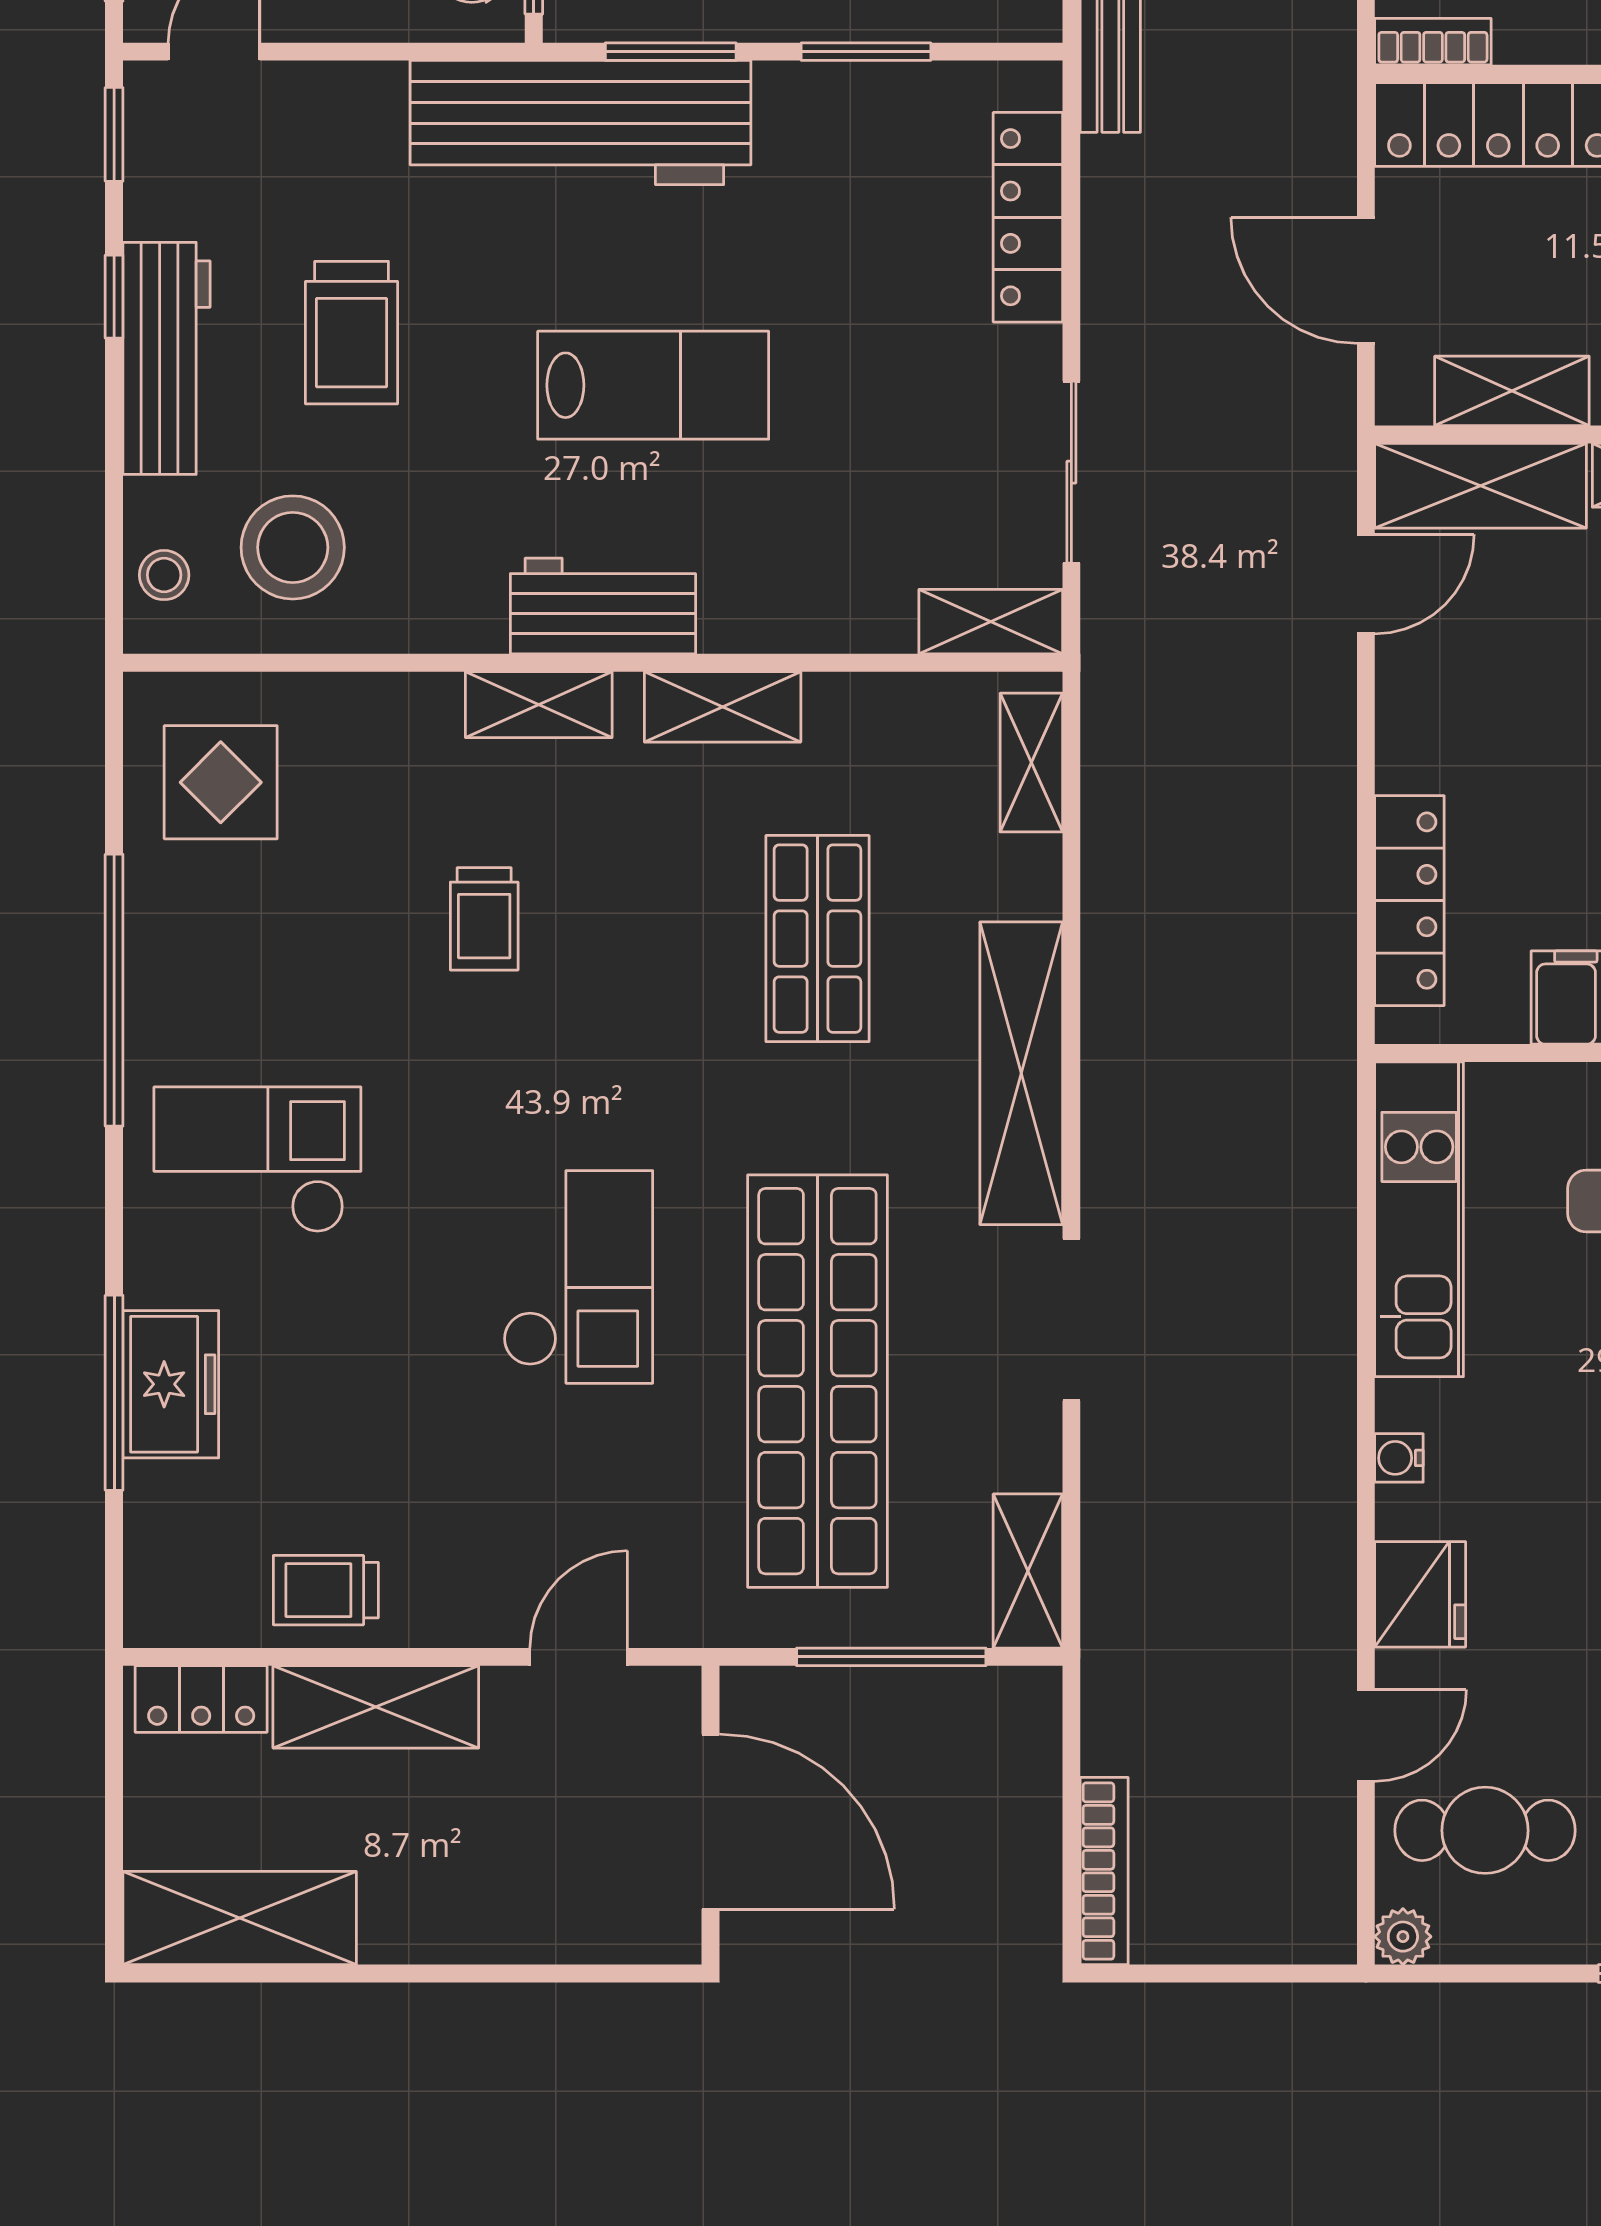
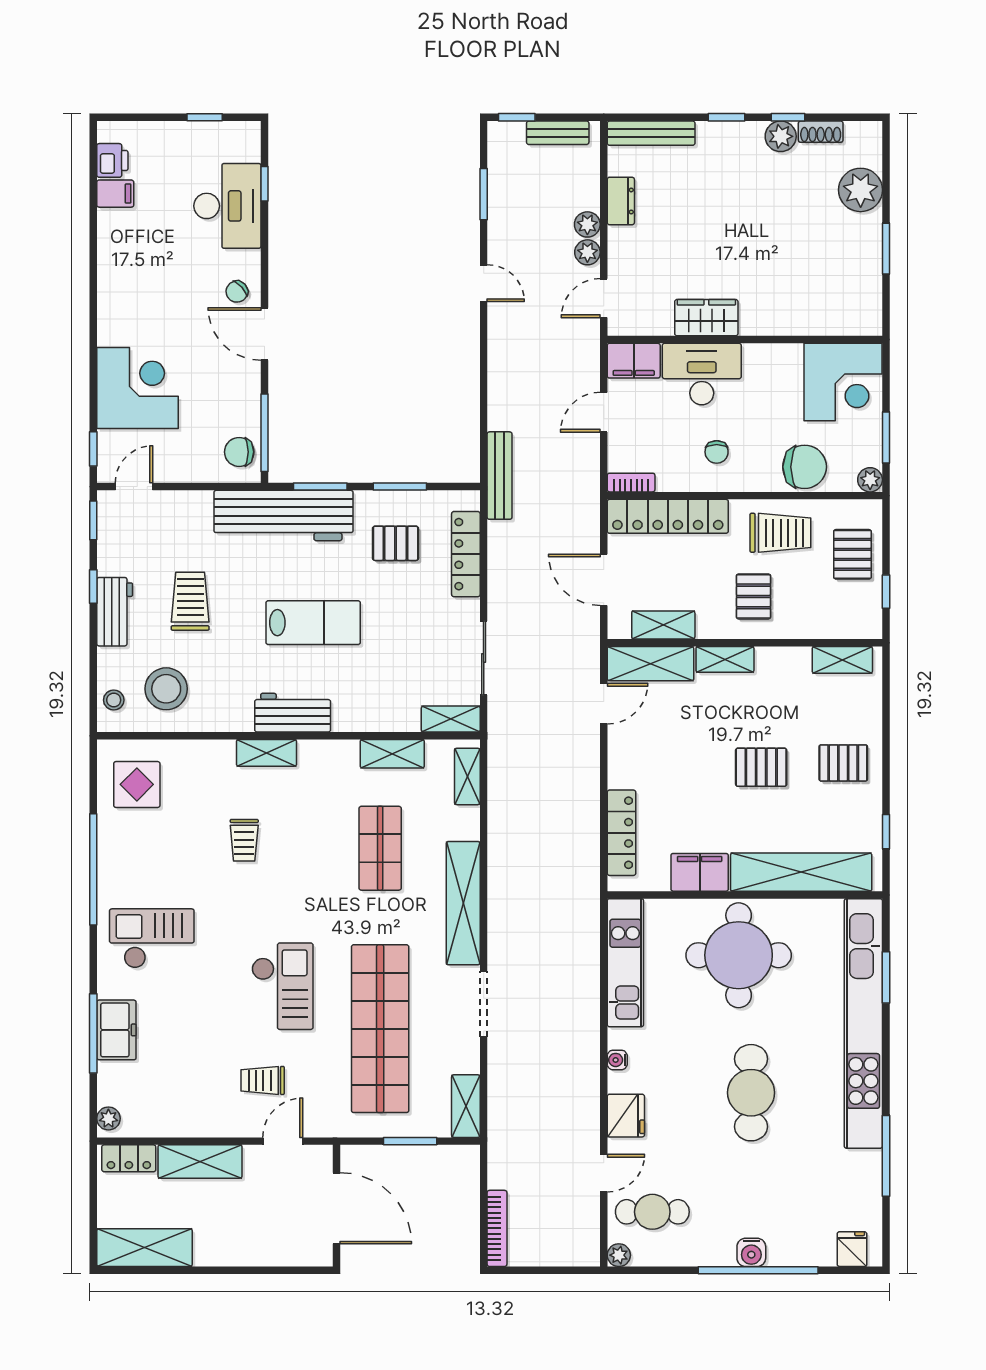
pallet: (855, 191) -> (396, 543), added
trolley: (352, 333) -> (190, 601), turned 180
workbench: (166, 358) -> (115, 612), width x0.73
shelving: (723, 707) -> (392, 754), moved
trolley: (326, 1590) -> (263, 1080), moved
plant: (151, 1601) -> (108, 1118), added
window: (891, 1657) -> (410, 1141), width x0.69

